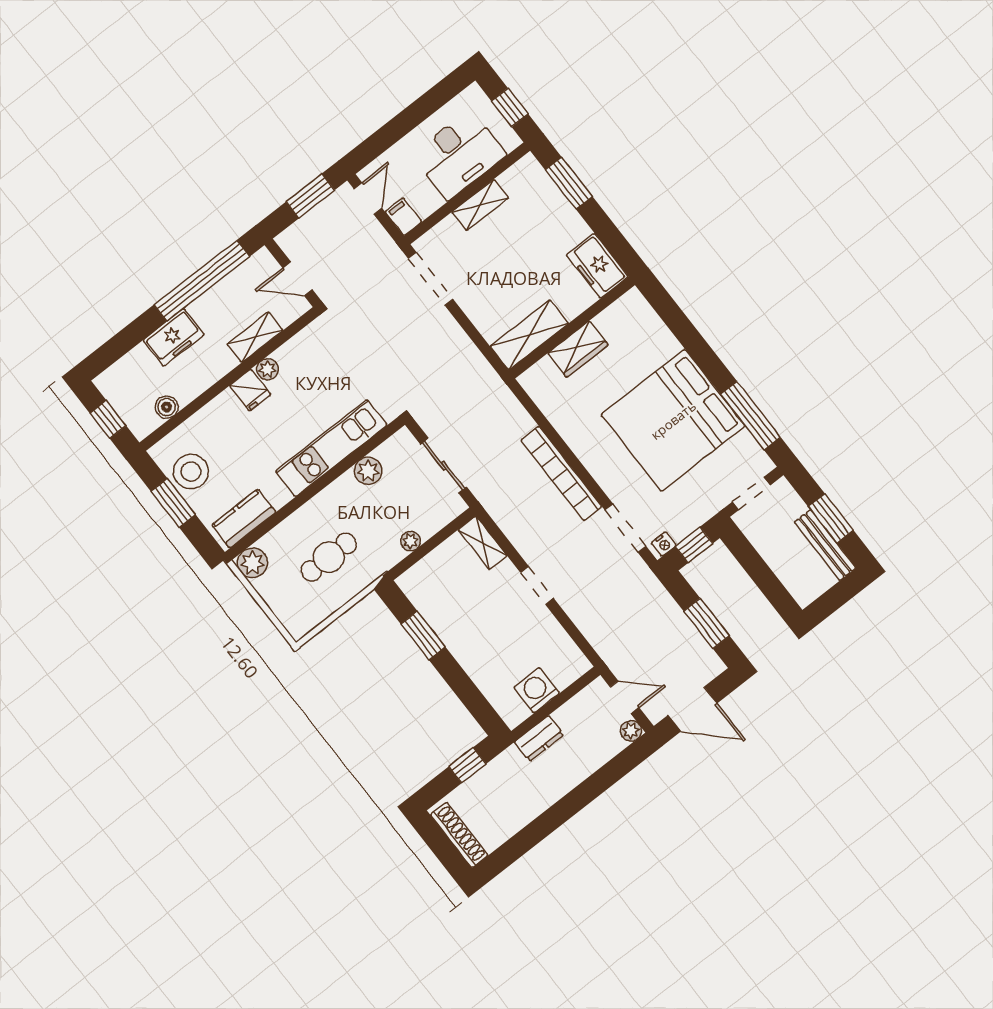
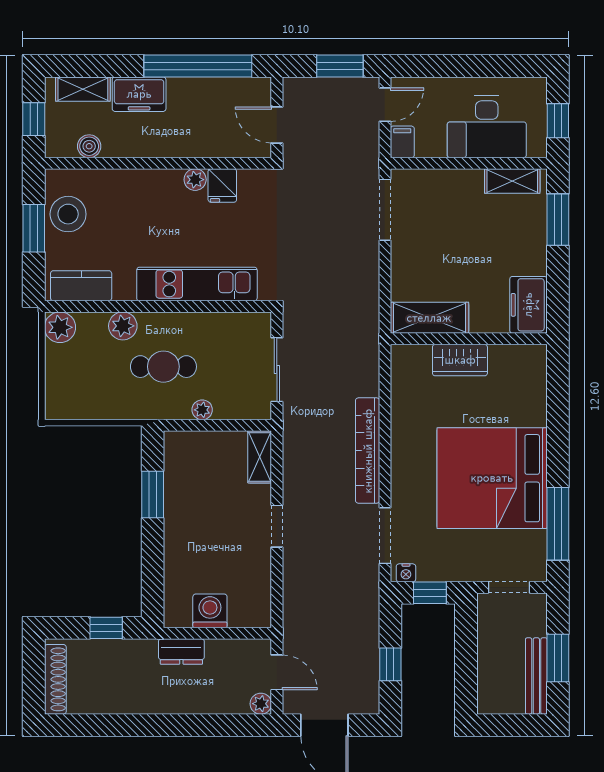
shelving: (480, 205) -> (512, 181), moved
shelving: (255, 337) -> (83, 89), moved
fridge: (250, 390) -> (222, 185), moved
plant: (368, 471) -> (123, 326), moved
cafe table: (329, 557) -> (163, 367), moved
window: (707, 623) -> (390, 664), width x0.67

